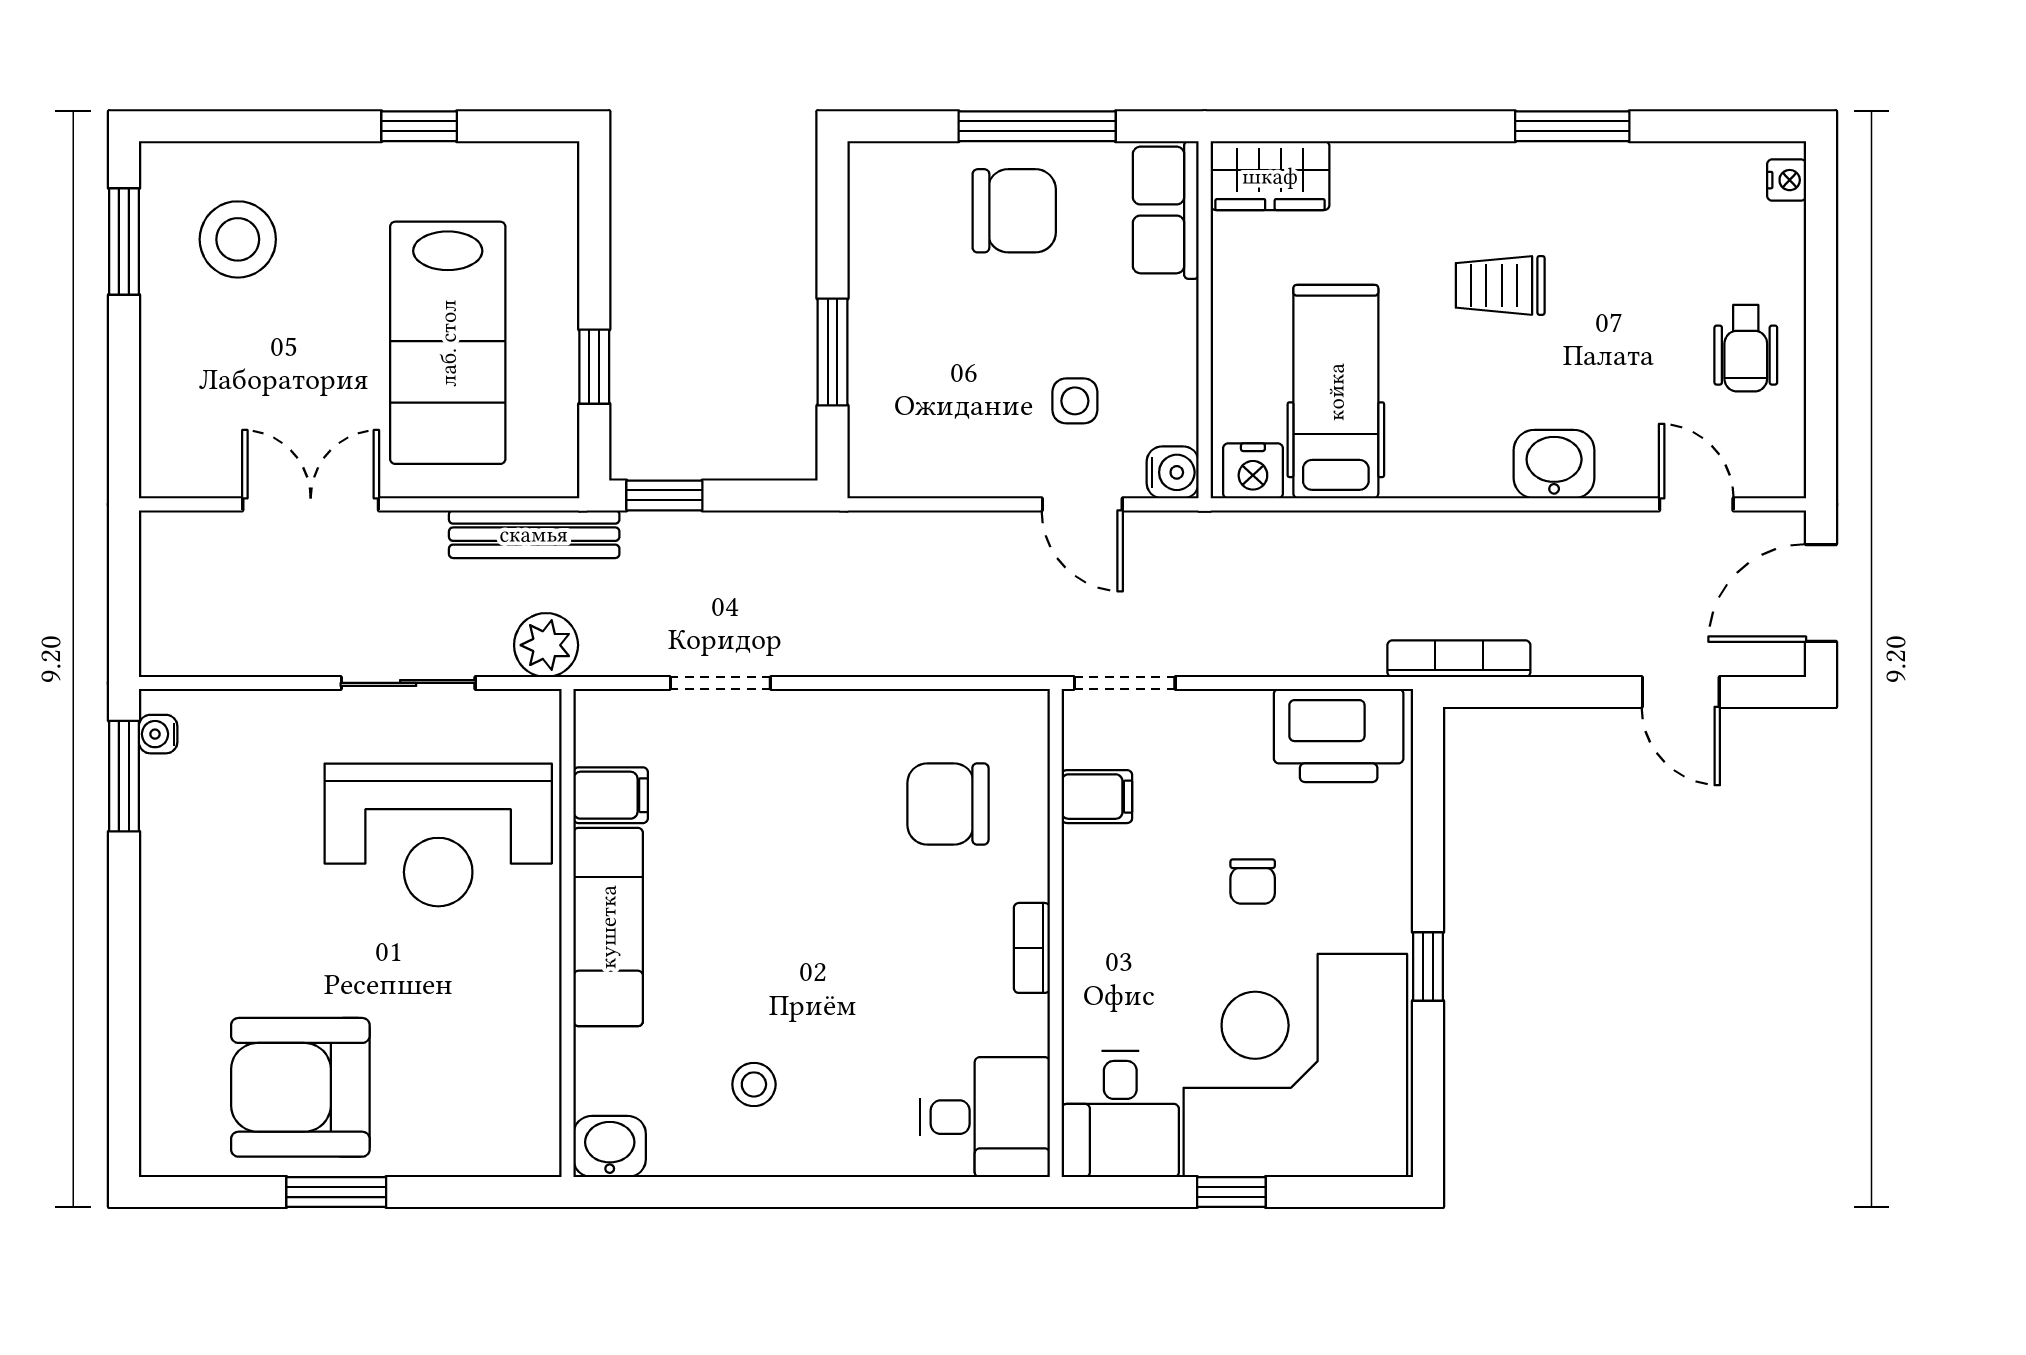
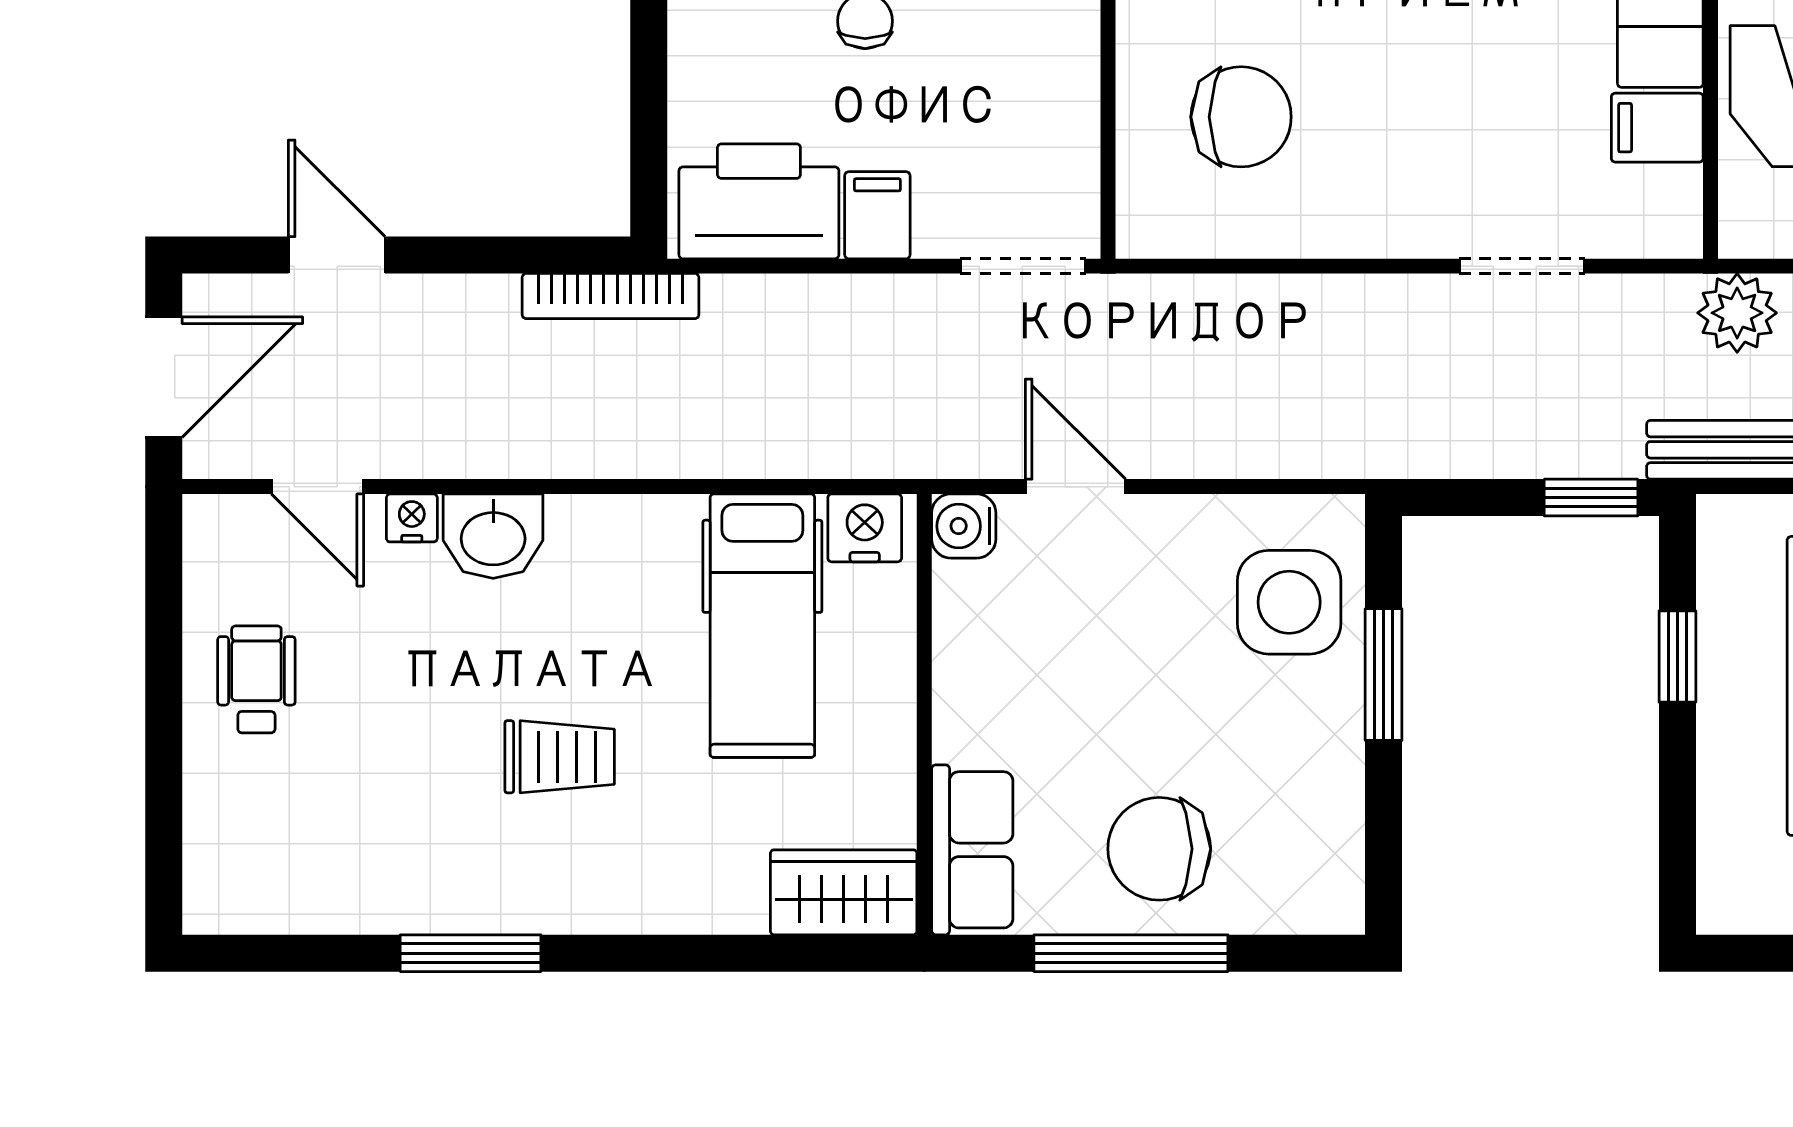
nightstand: (1787, 180) -> (412, 518), moved, turned 90
side table: (1075, 401) -> (1289, 602), moved, width x1.87, depth x1.87
filing cabinet: (1097, 797) -> (877, 215), moved, turned 90

